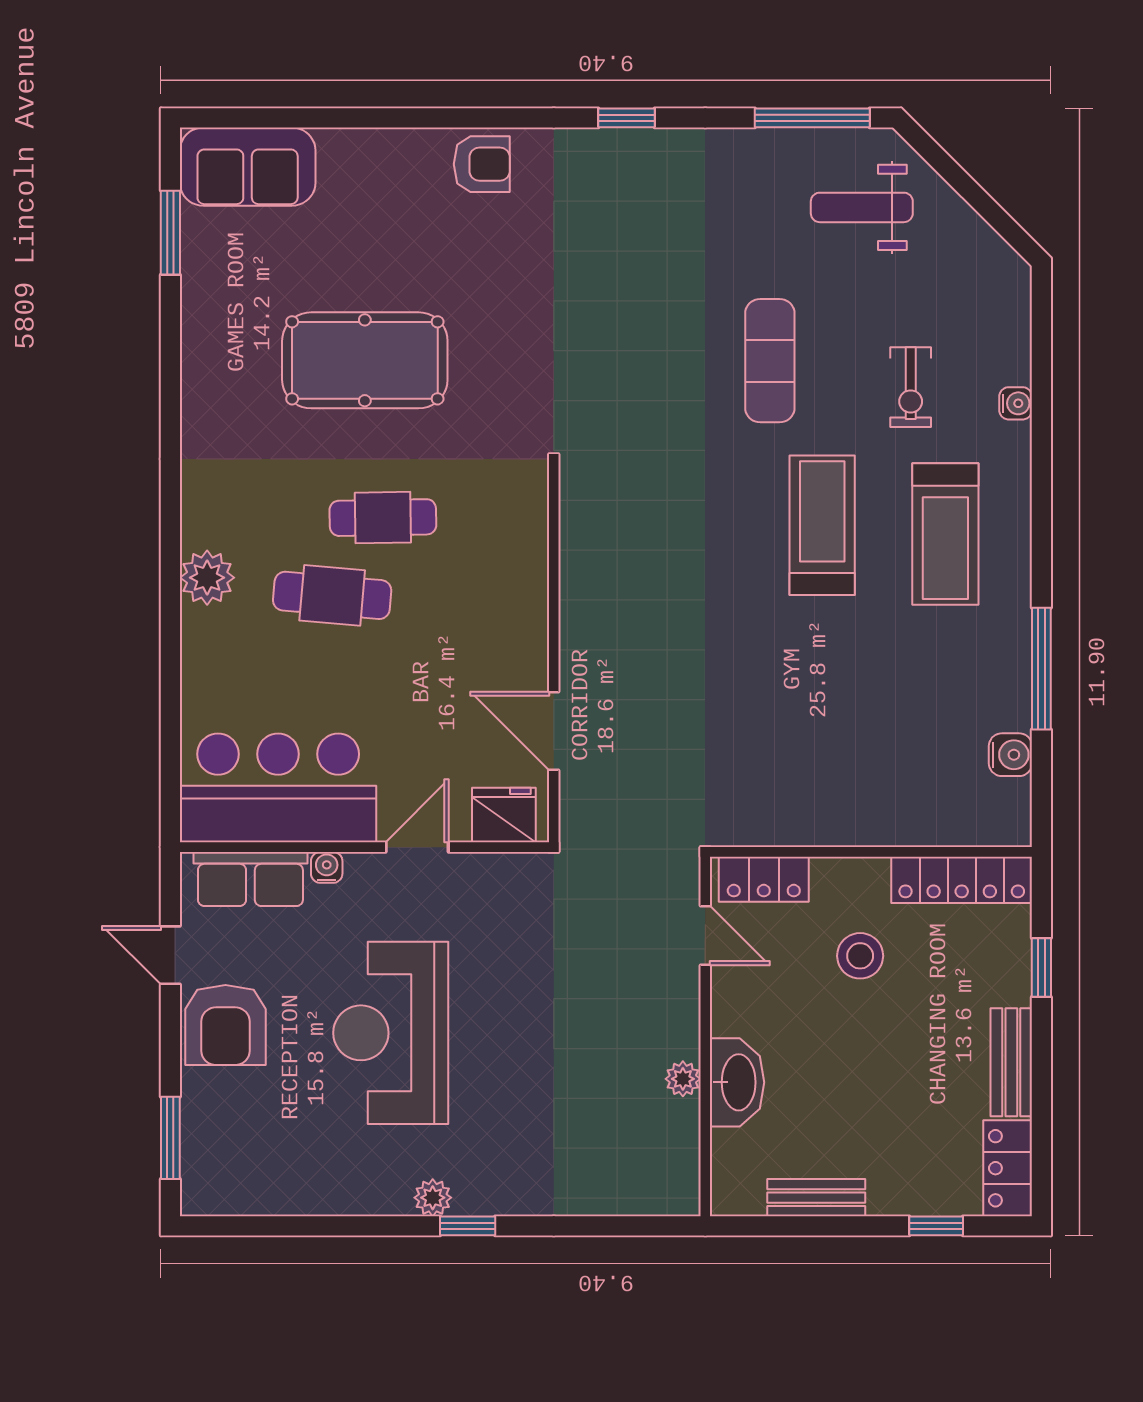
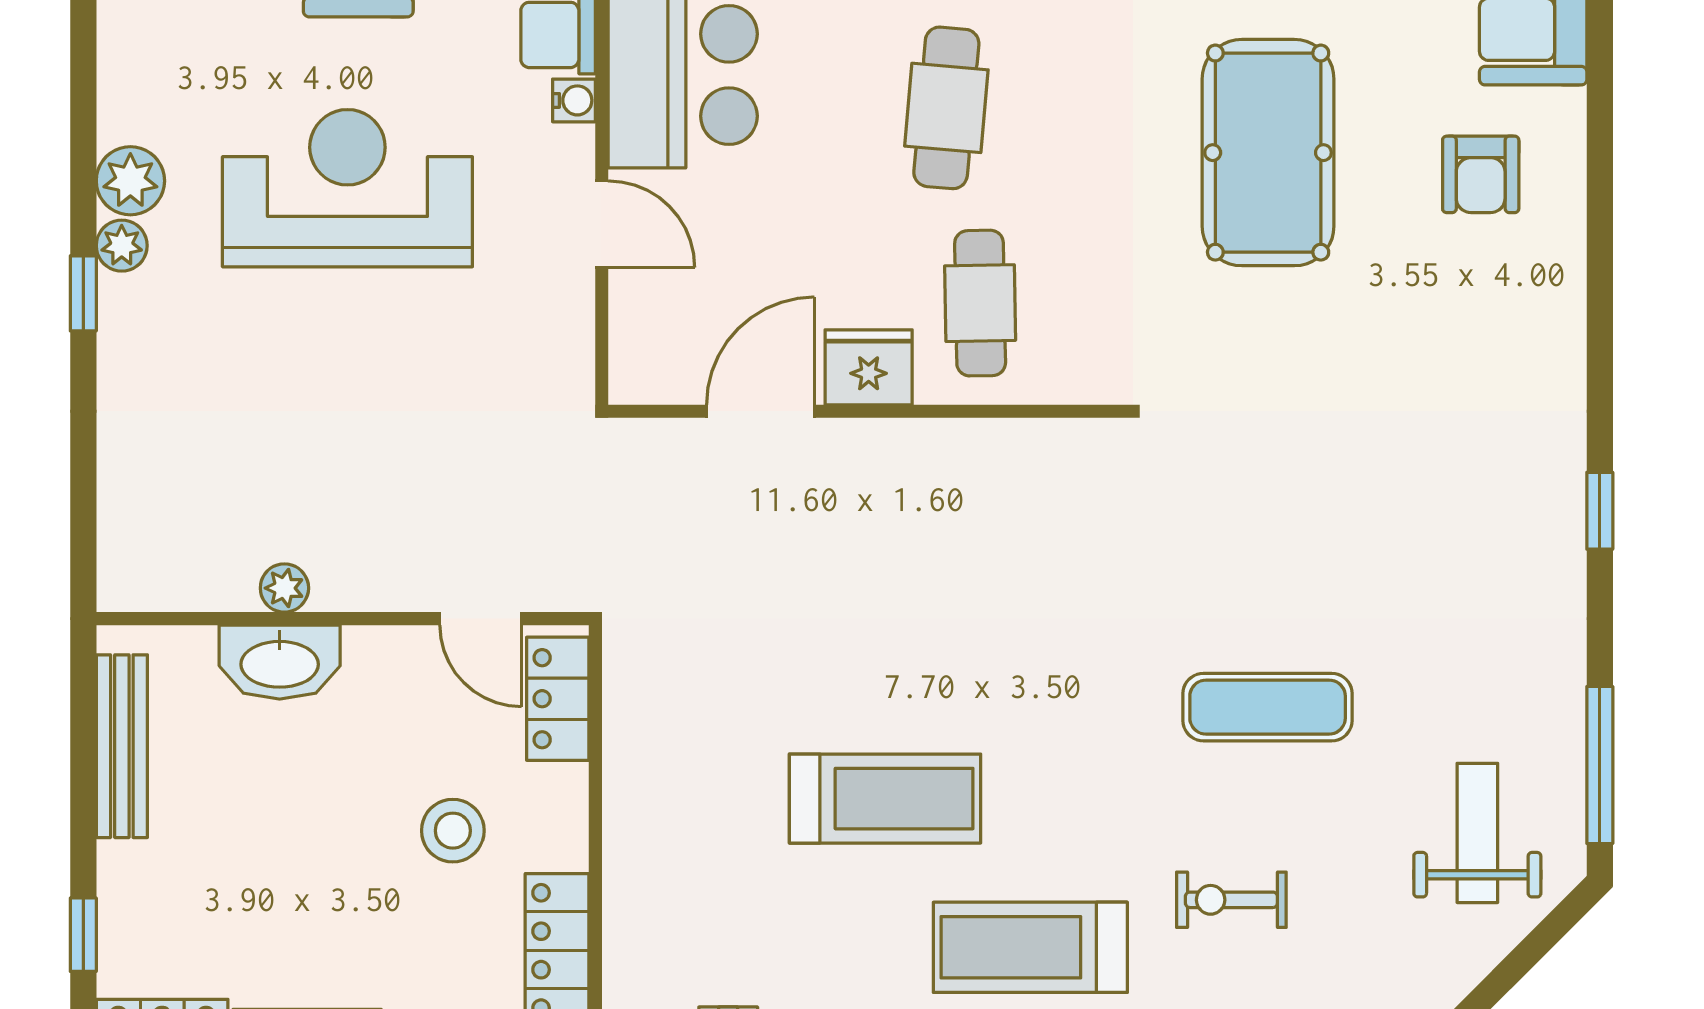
armchair: (482, 164) -> (1481, 174), moved
cafe table: (383, 518) -> (980, 303), moved
treadmill: (822, 525) -> (885, 799), moved
fridge: (504, 815) -> (869, 367), moved, turned -90
door: (705, 935) -> (481, 619), hinge flipped
plant: (385, 1191) -> (130, 181), added
bench: (816, 1198) -> (122, 746), width x1.36

